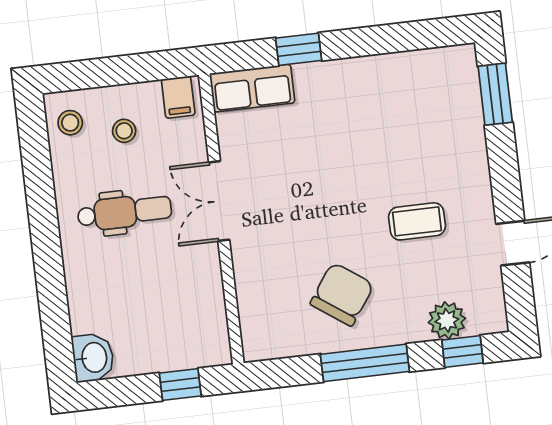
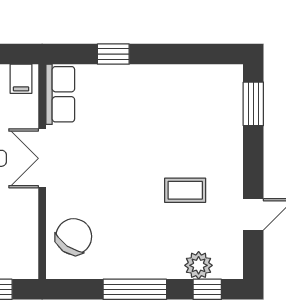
row of seats: (252, 88) -> (60, 94), moved, turned -90
chair: (342, 294) -> (74, 237), moved

